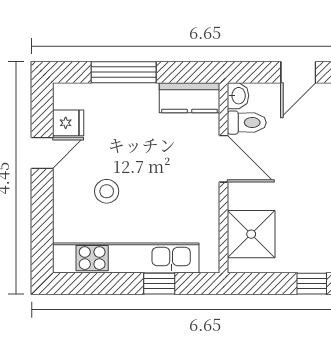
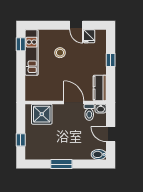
window: (124, 72) -> (111, 60), width x0.46
door: (224, 159) -> (74, 102), swing flipped
kitchen unit: (126, 258) -> (32, 53), width x0.73
window: (159, 284) -> (21, 44), moved

